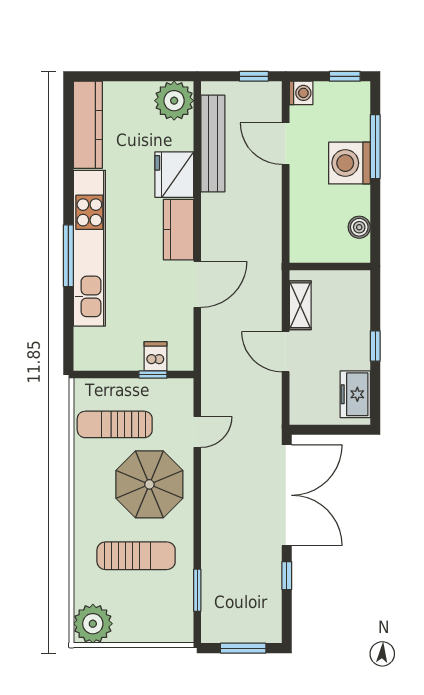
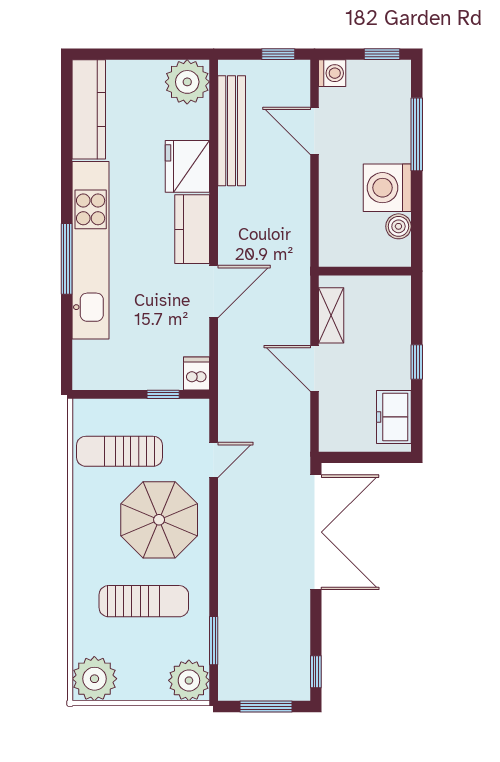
washing machine: (349, 163) -> (387, 188), moved
dishwasher: (156, 356) -> (197, 373), moved
window: (287, 576) -> (316, 672), moved
plant: (176, 625) -> (189, 680), added

